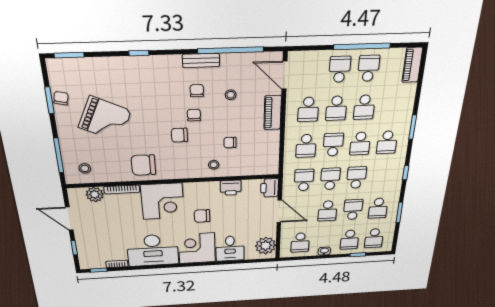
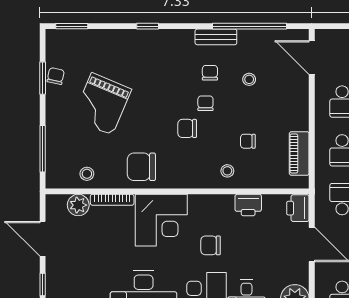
piano: (273, 113) -> (299, 153), moved
grand piano: (105, 119) -> (102, 104), turned 88
stool: (85, 168) -> (87, 174), moved

